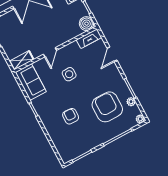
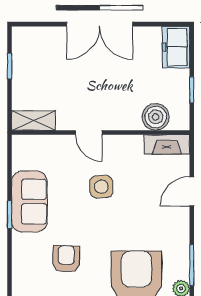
boiler: (87, 24) -> (156, 117), moved
door: (50, 52) -> (89, 133), hinge flipped
sofa: (31, 82) -> (29, 202), moved

